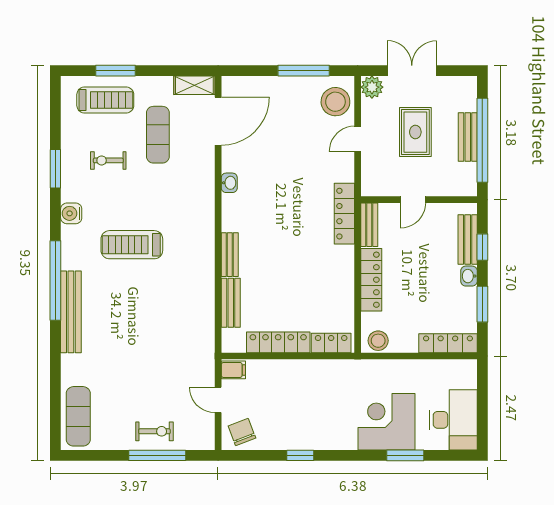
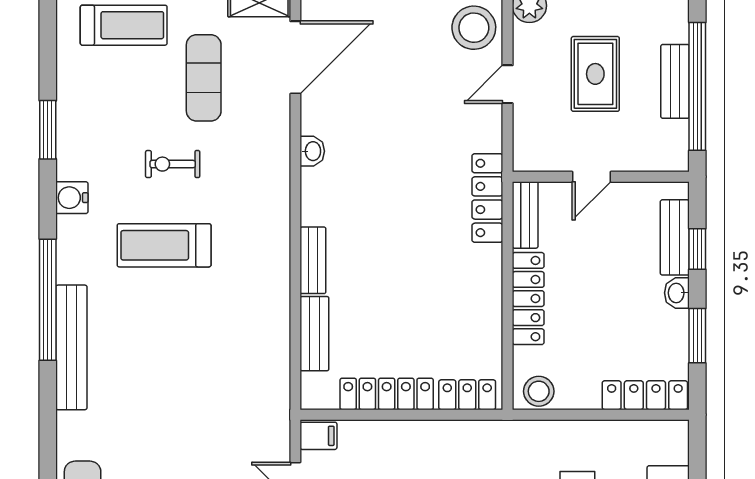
exercise bike: (108, 160) -> (173, 164), moved

